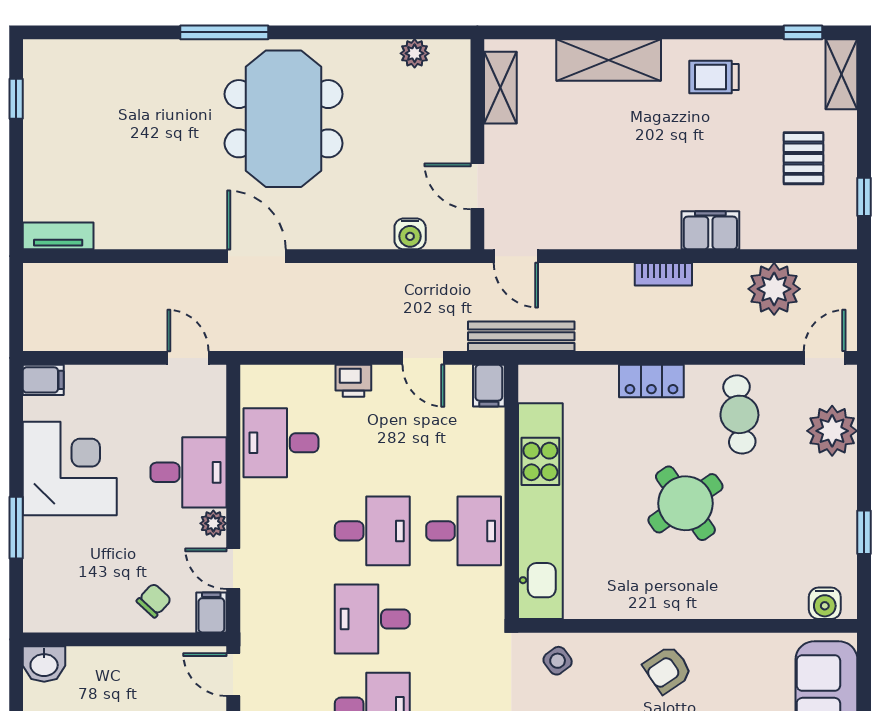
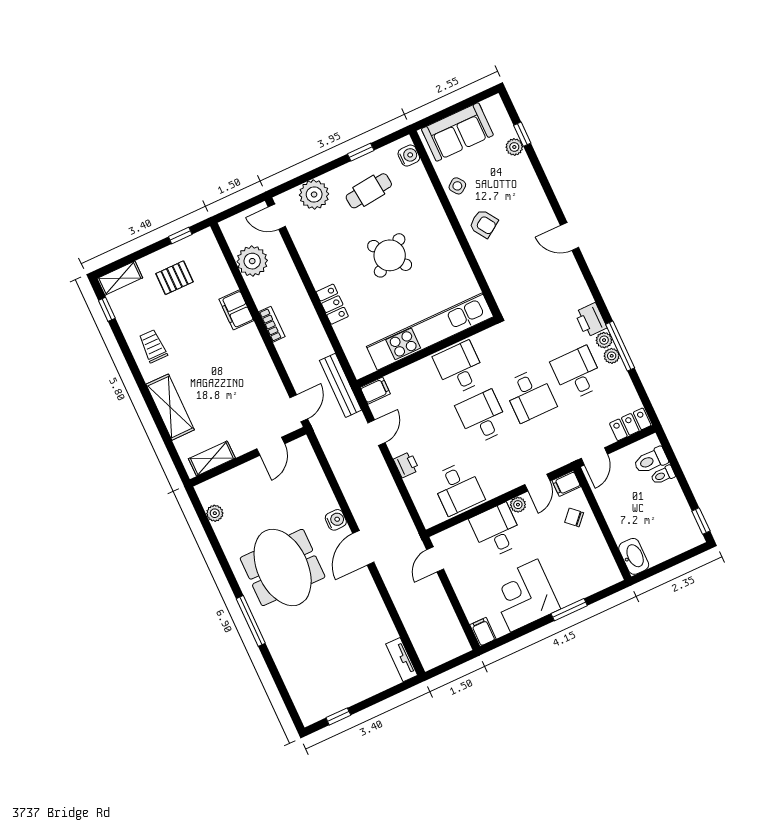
trolley: (714, 77) -> (153, 346), turned 180
meeting table: (284, 119) -> (283, 567), turned 90
water cooler: (410, 234) -> (336, 520), moved
cafe table: (739, 414) -> (369, 191), moved
side table: (558, 661) -> (457, 186), moved
washbasin: (44, 664) -> (634, 556), width x1.38

